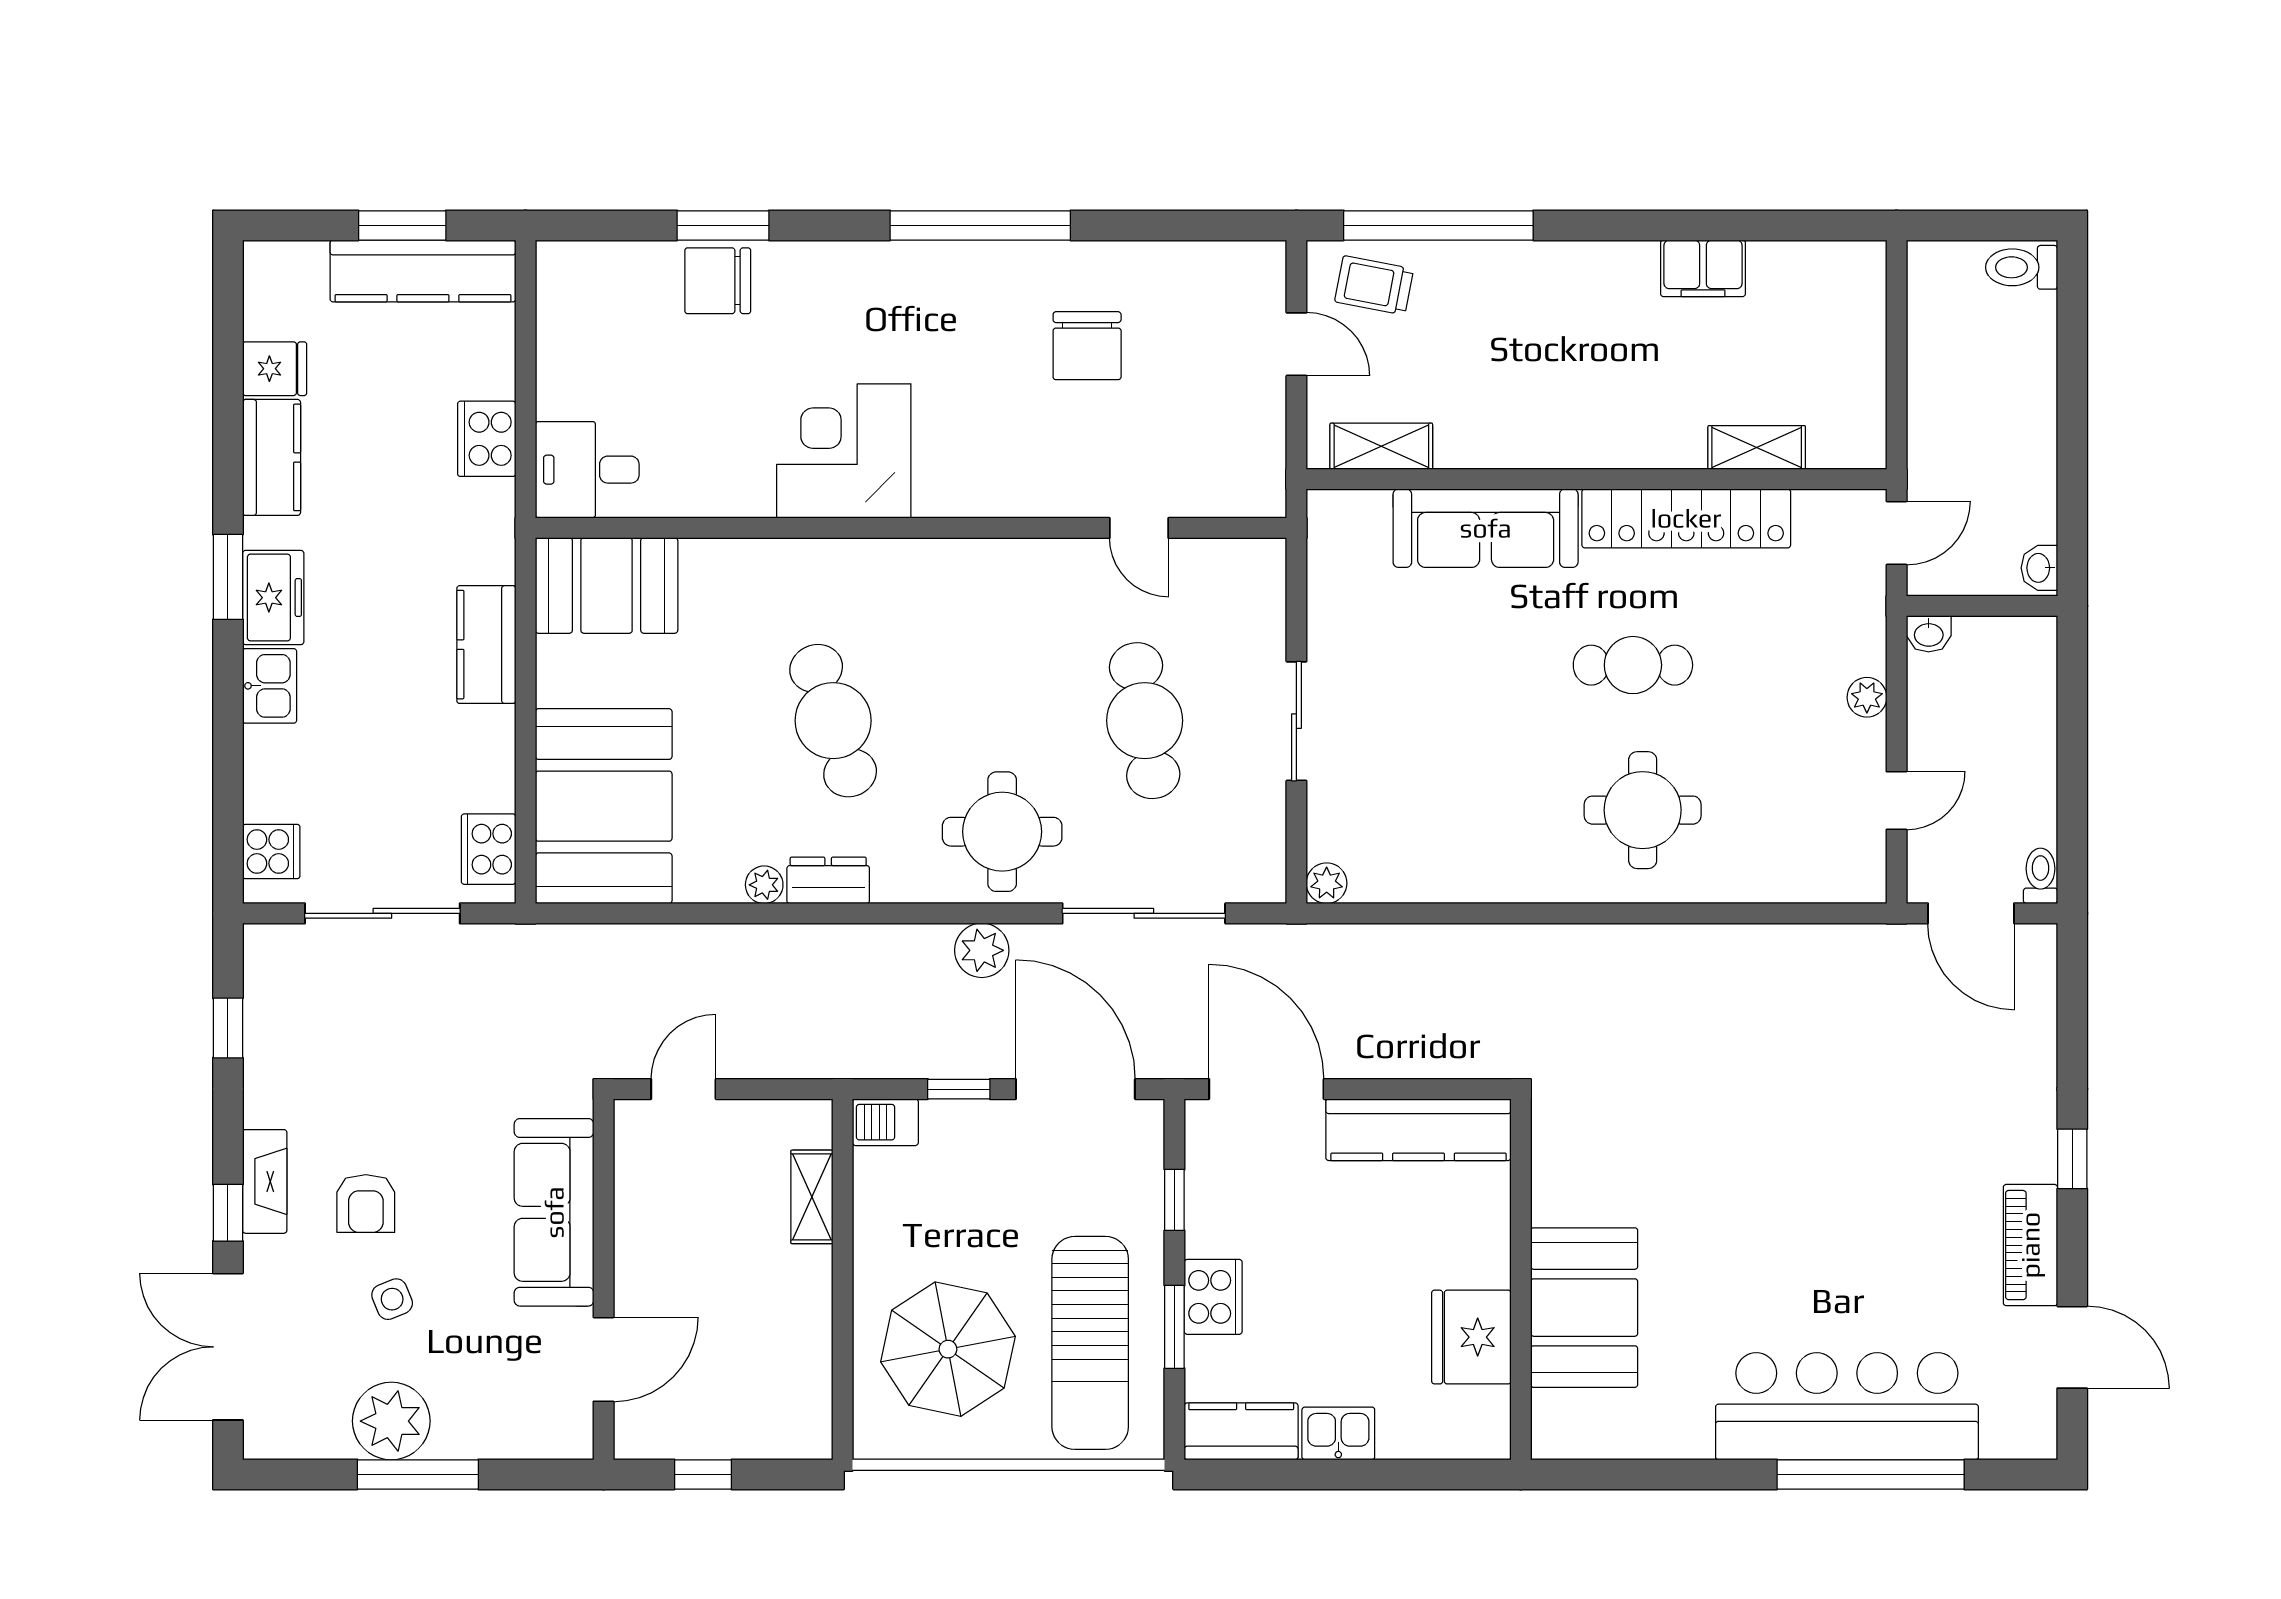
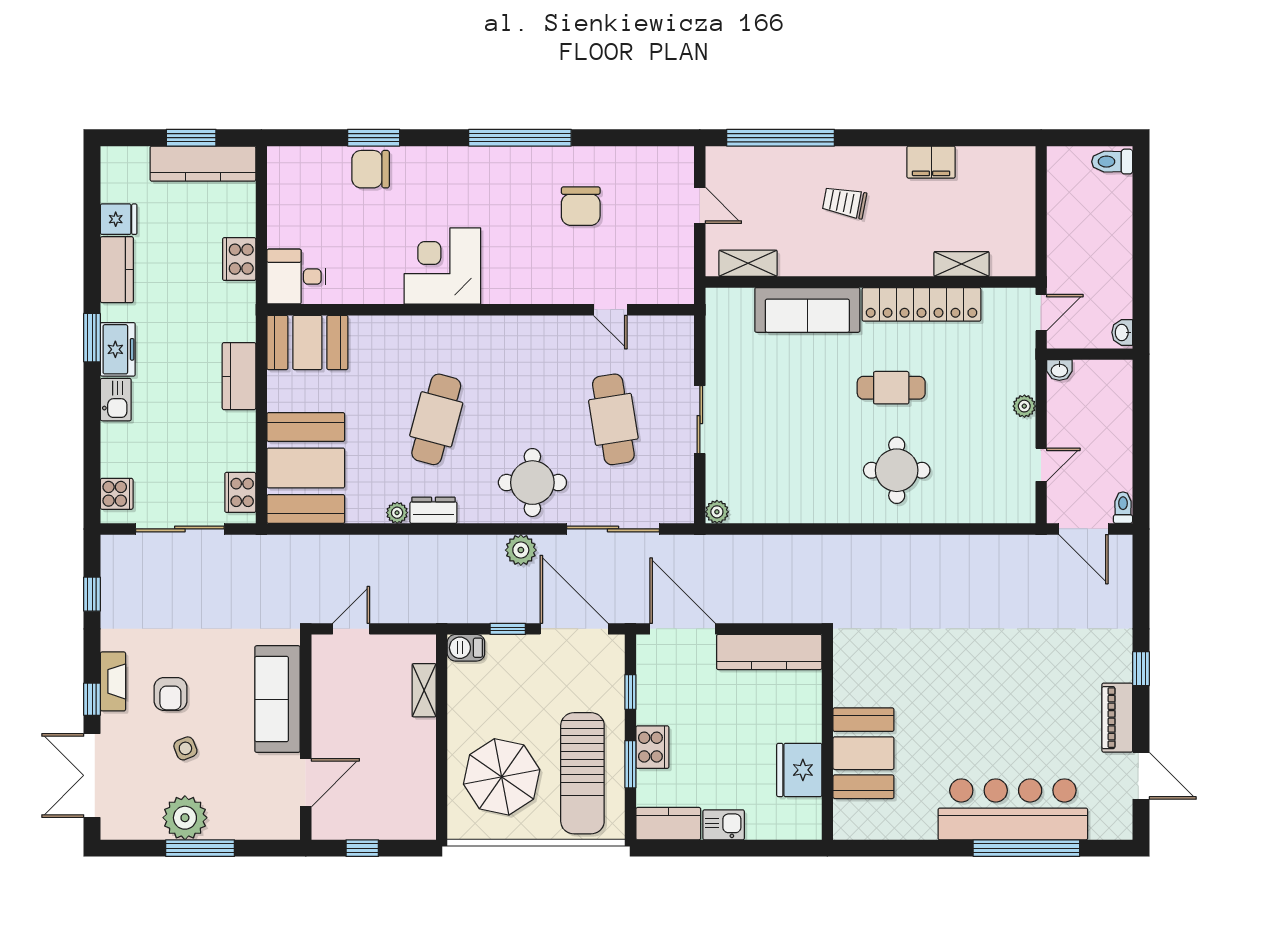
trolley: (1374, 285) -> (845, 202), moved
cafe table: (833, 721) -> (436, 419), turned 33

